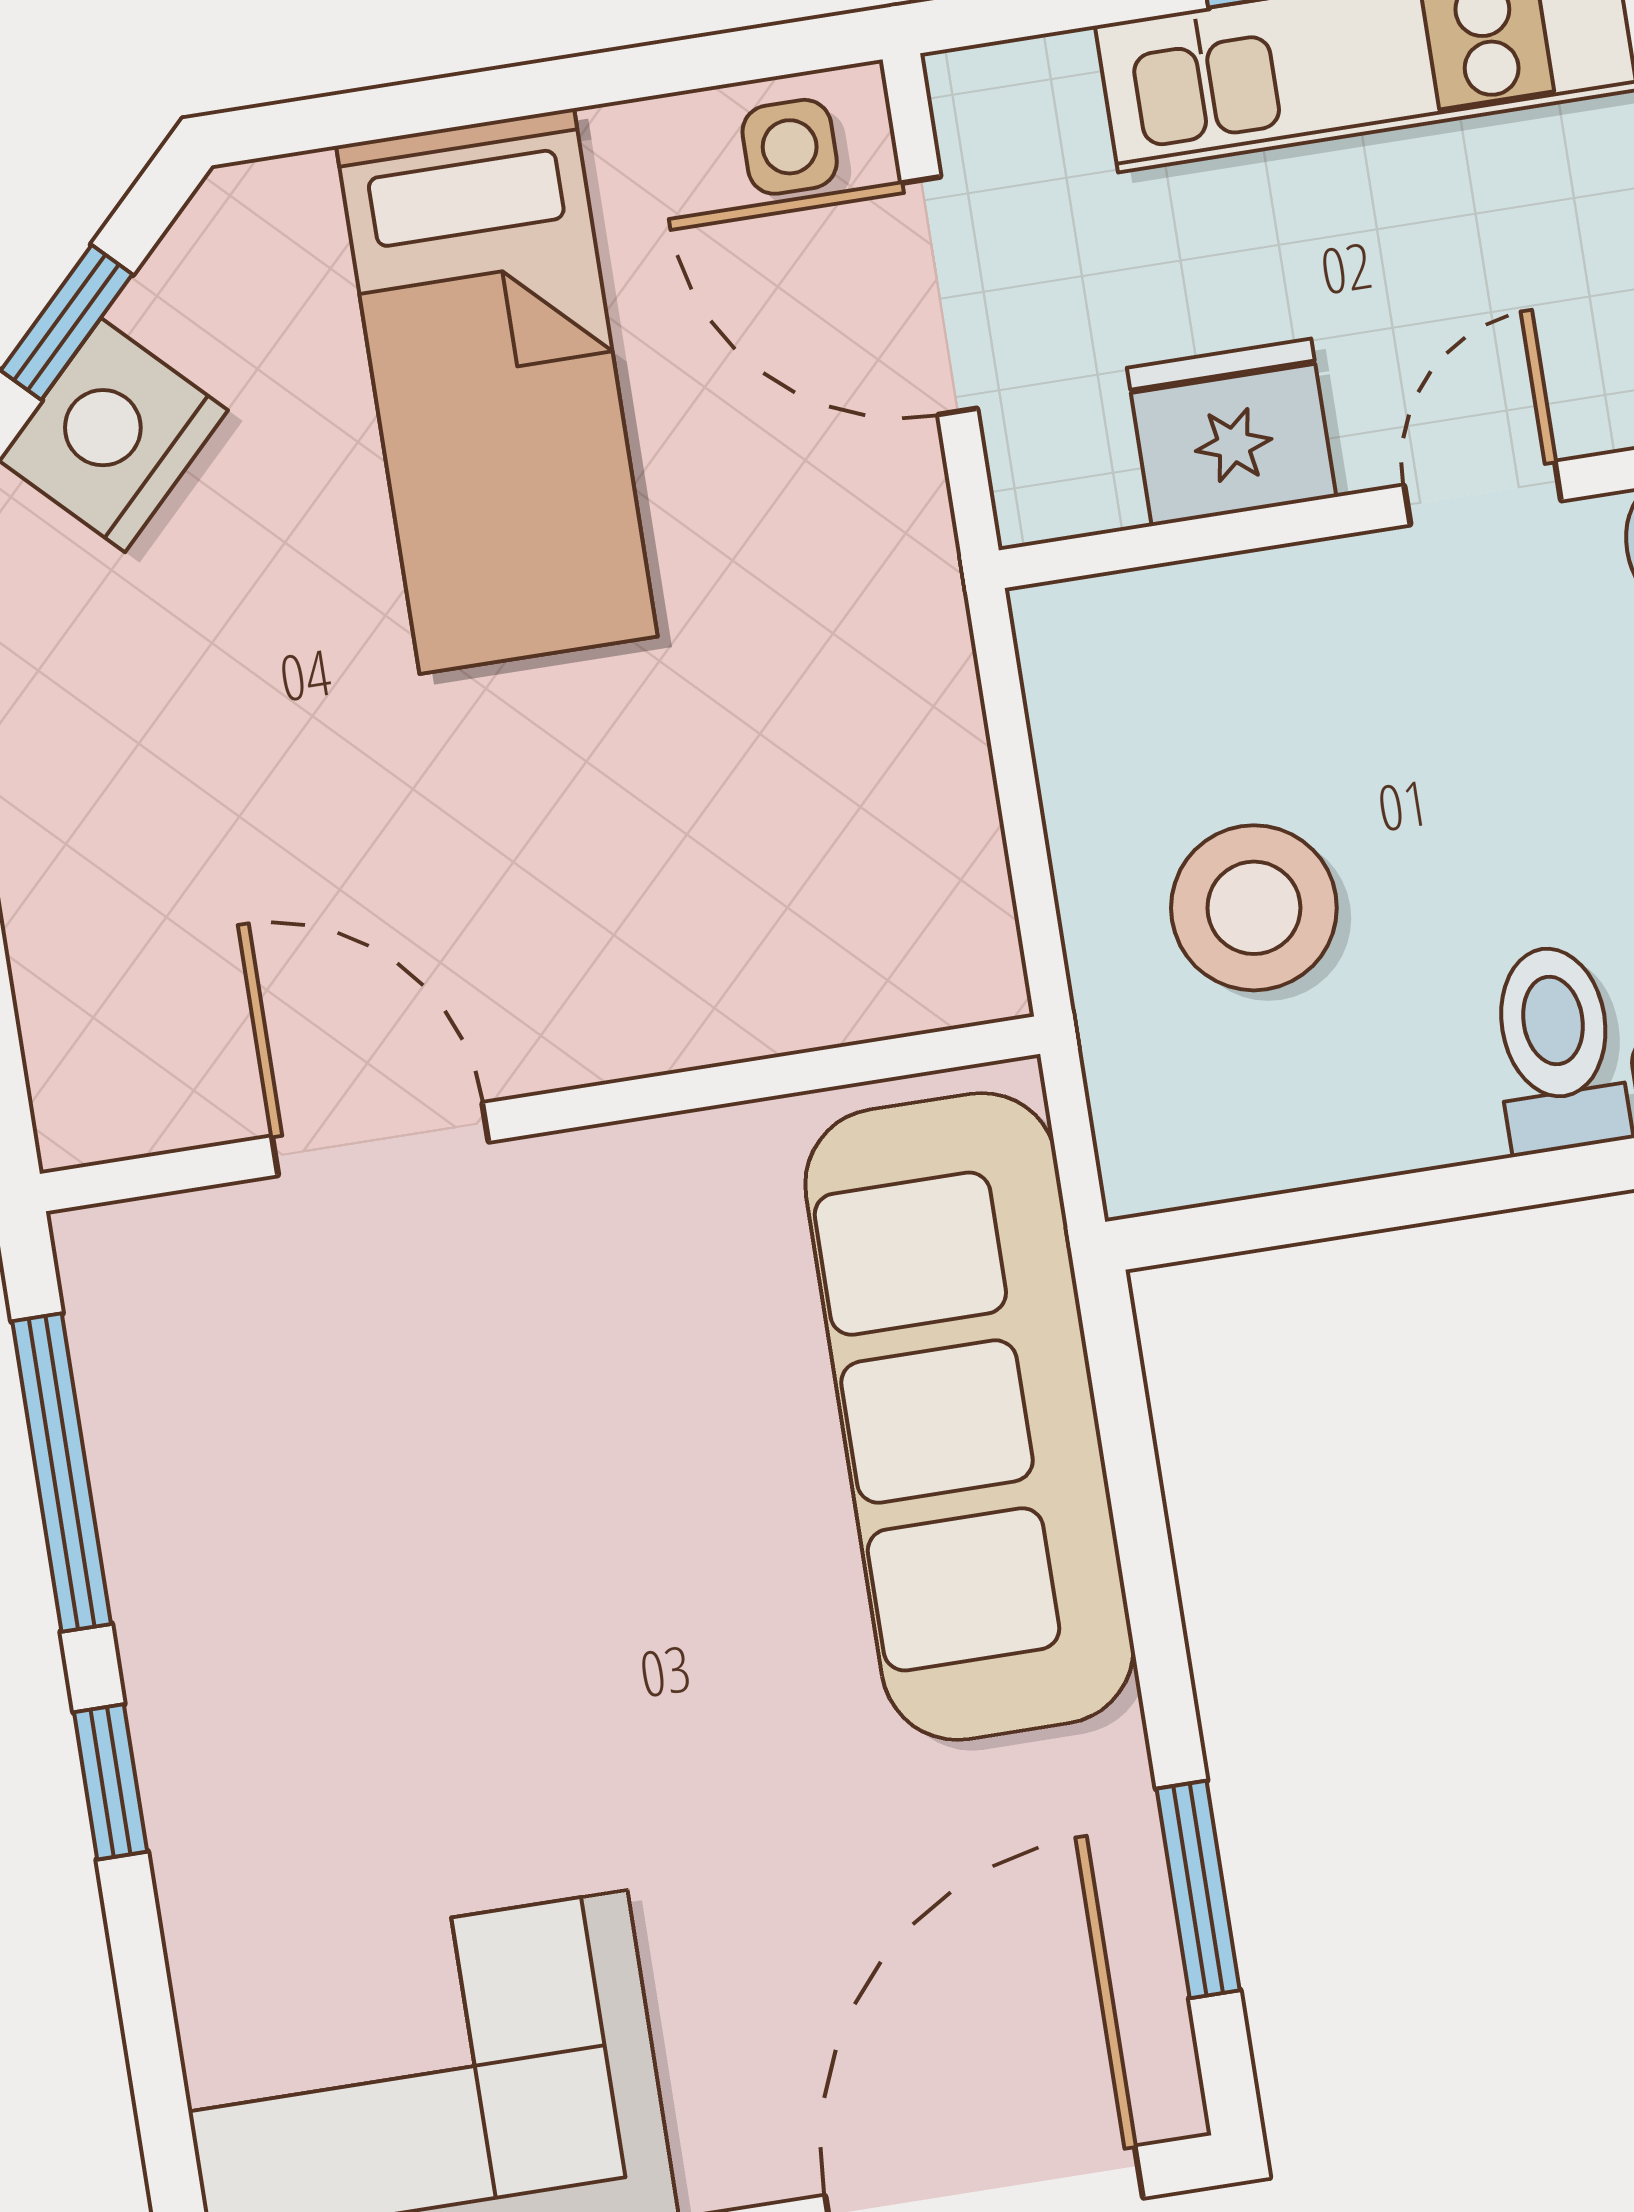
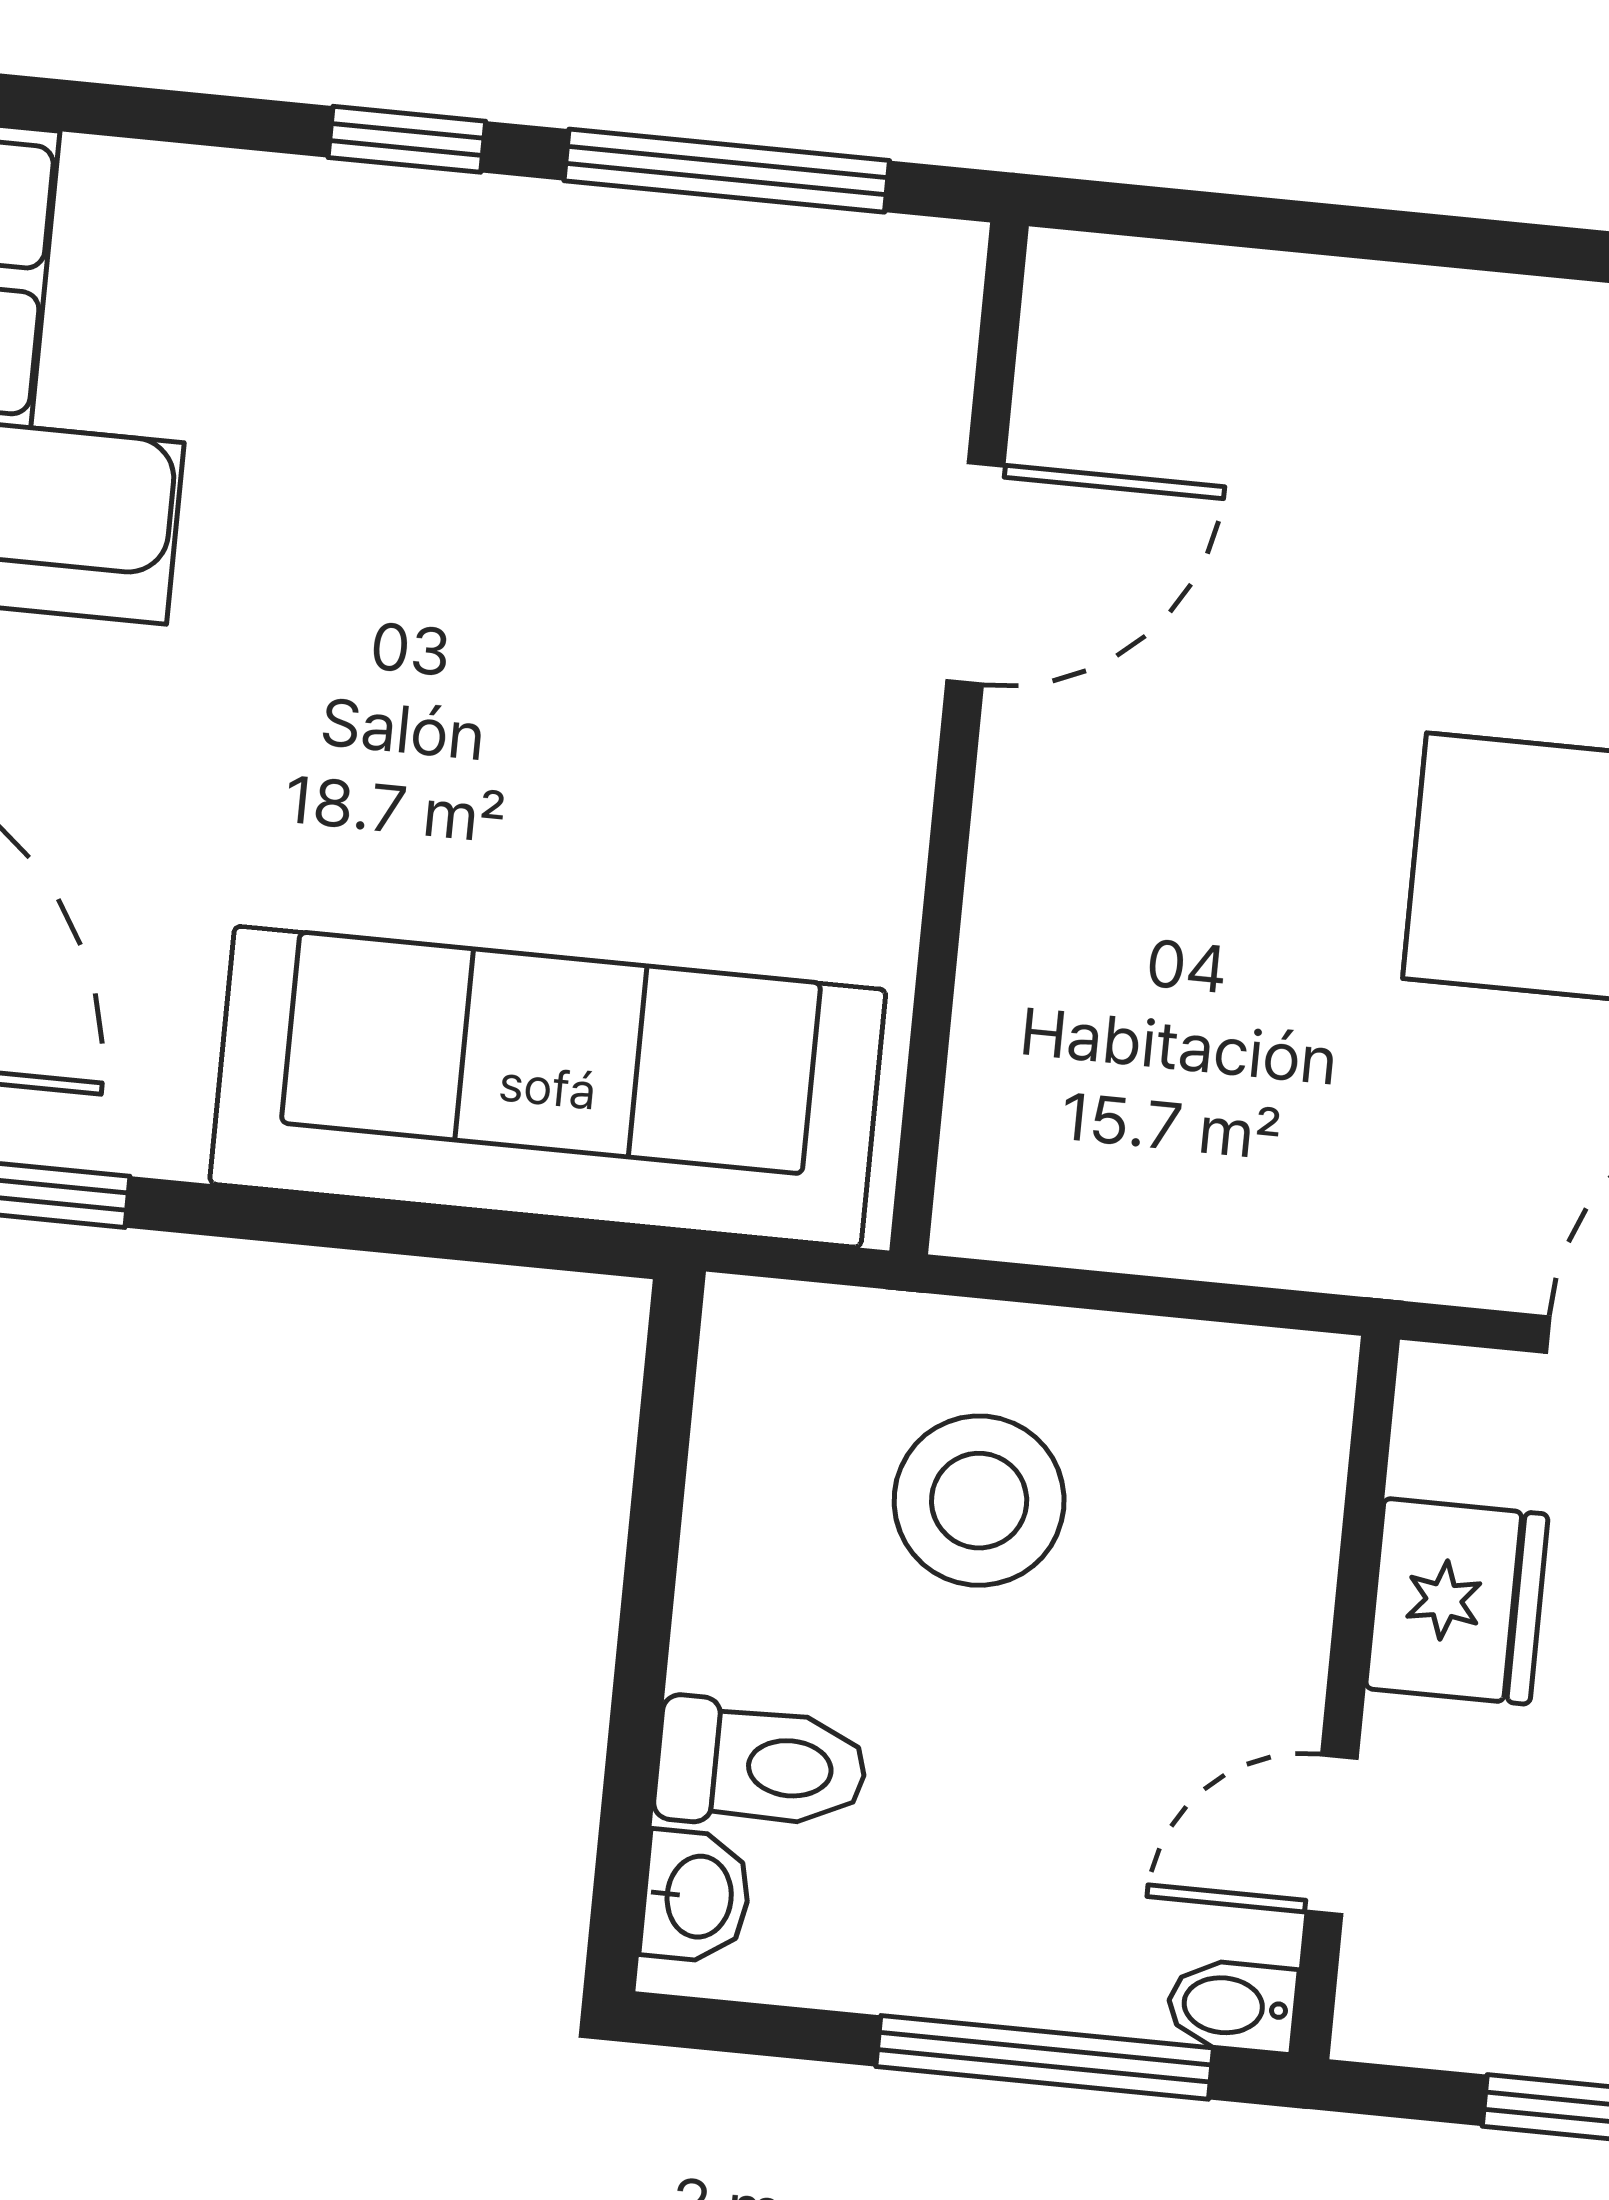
door: (1483, 493) -> (1332, 1835), swing flipped

